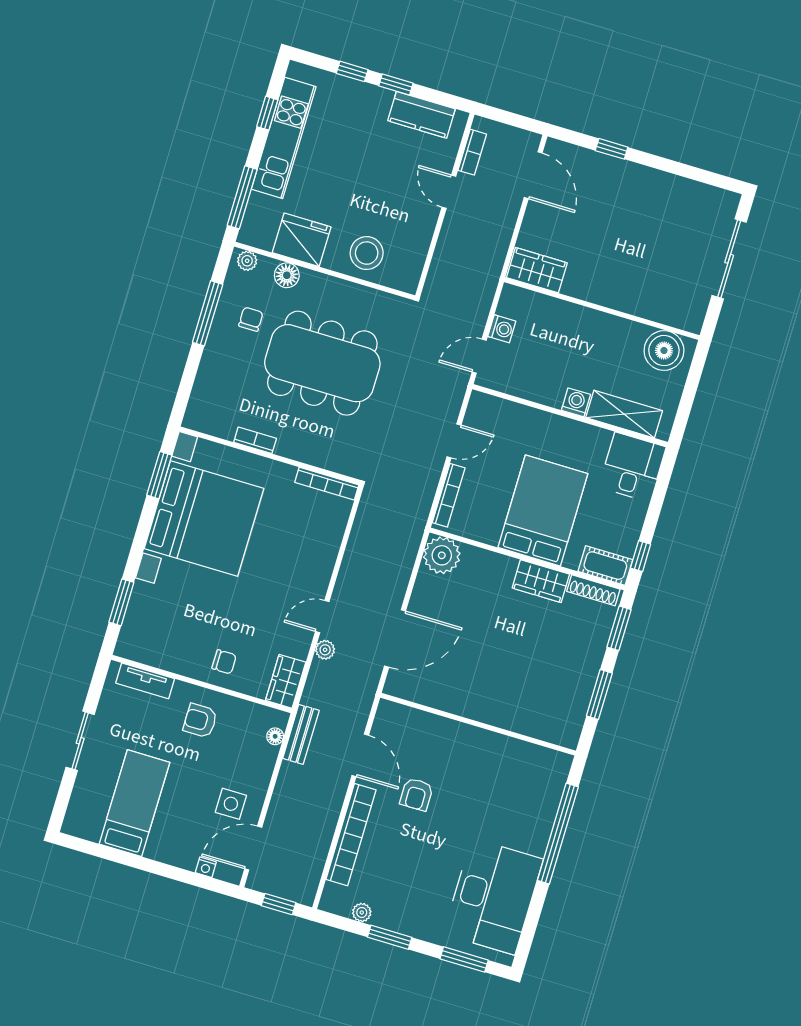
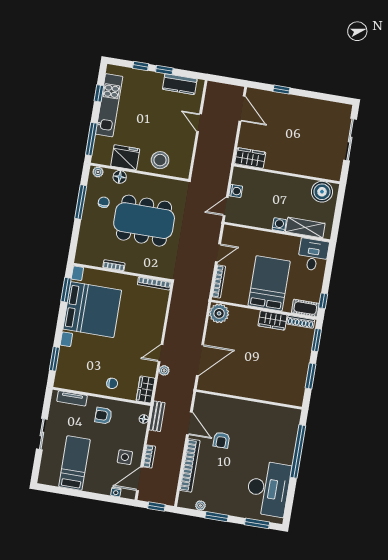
bookcase: (472, 152) -> (149, 457), moved

